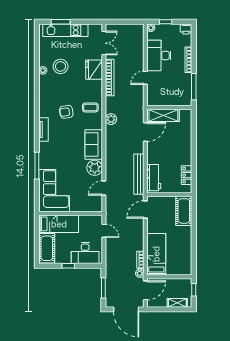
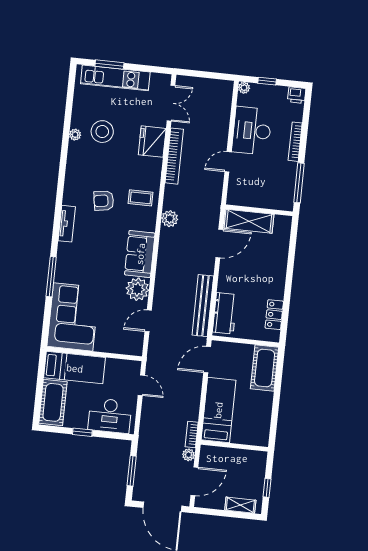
bed: (156, 254) -> (218, 410), moved
wall: (169, 277) -> (234, 446), moved

